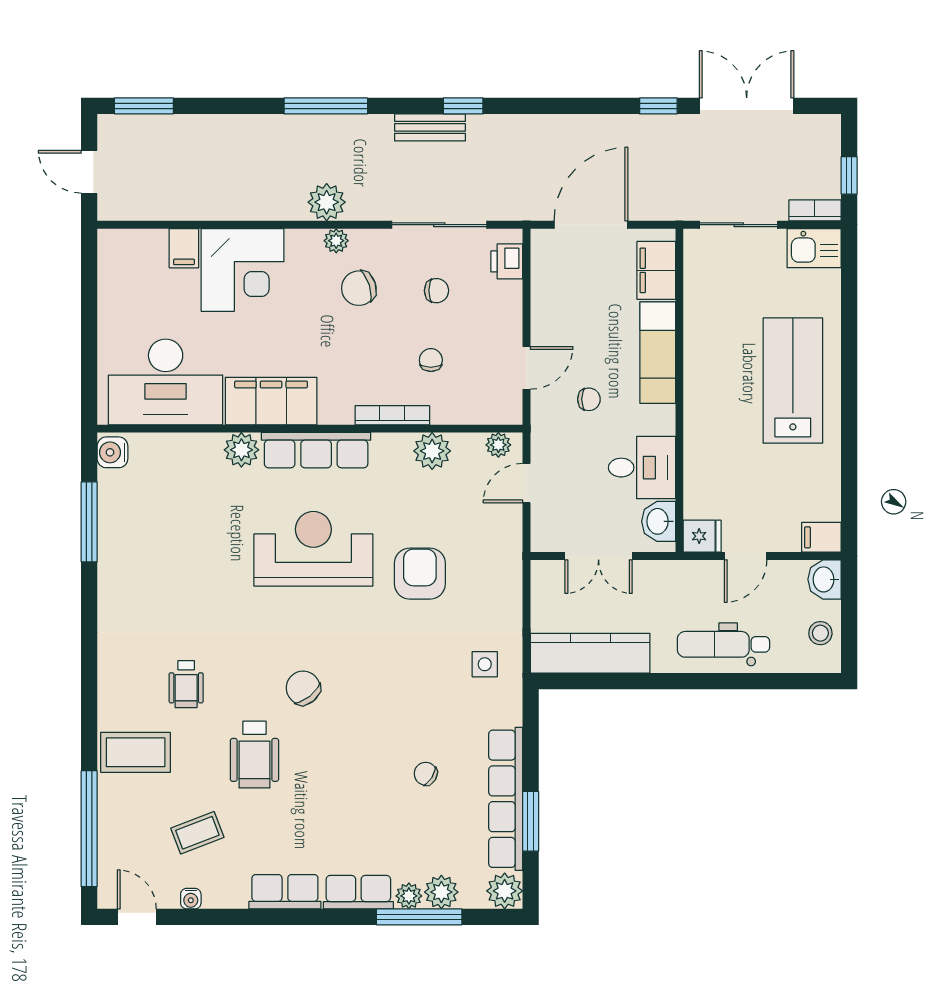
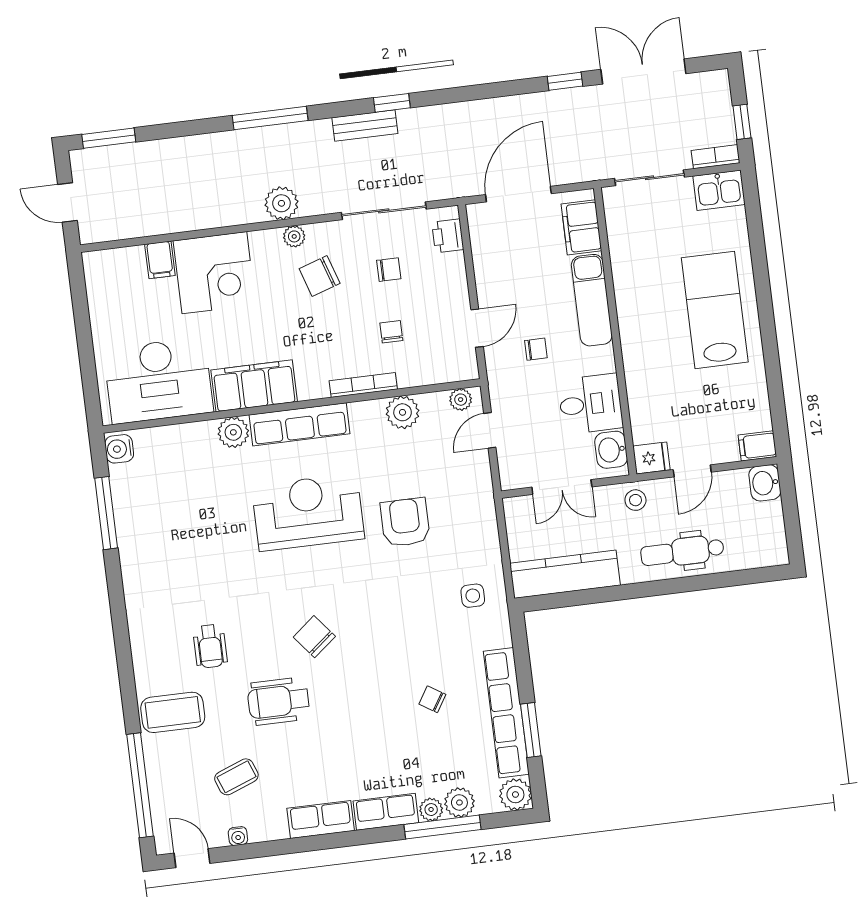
stool: (820, 633) -> (635, 500), moved
wheelchair: (254, 755) -> (279, 701), turned 90

